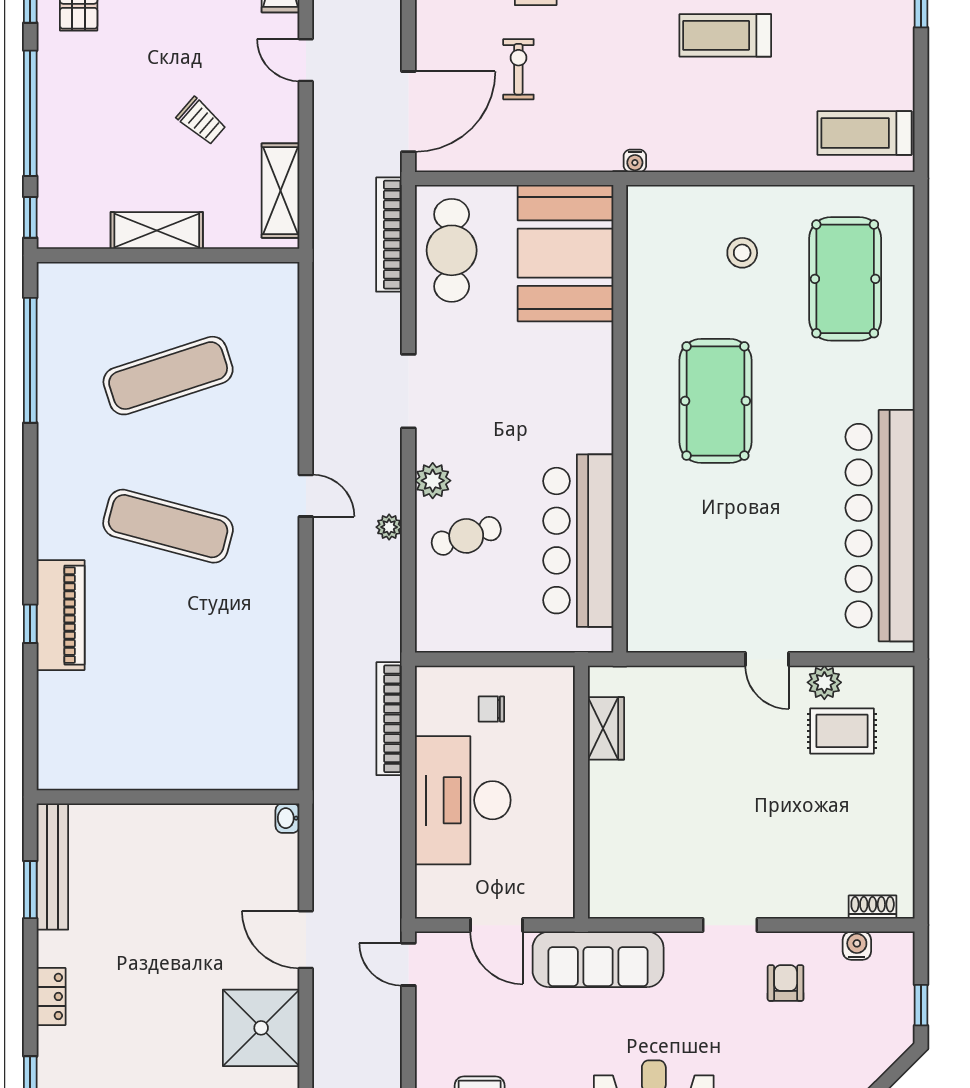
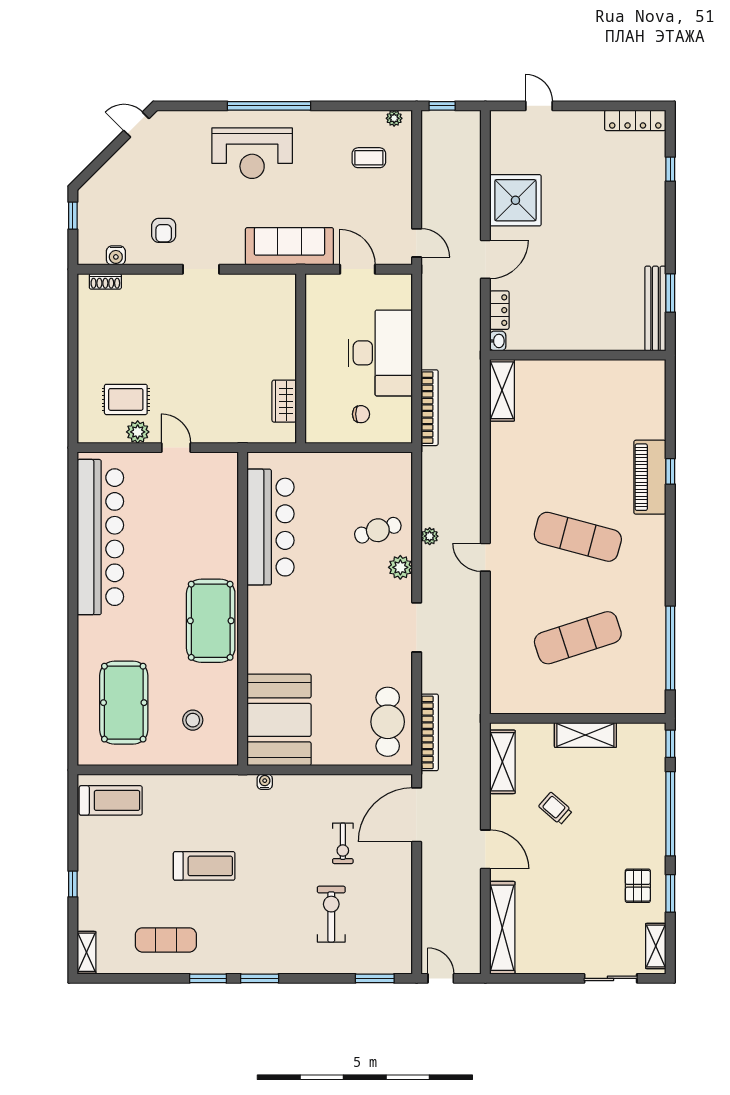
door: (306, 60) -> (485, 849), width x1.38
booth: (566, 253) -> (279, 720), moved
wall: (620, 419) -> (243, 609), moved
bar counter: (578, 541) -> (270, 527), moved
shelving: (281, 745) -> (502, 390), added
door: (306, 940) -> (485, 259), hinge flipped
locker: (51, 996) -> (499, 310), moved, turned 180

